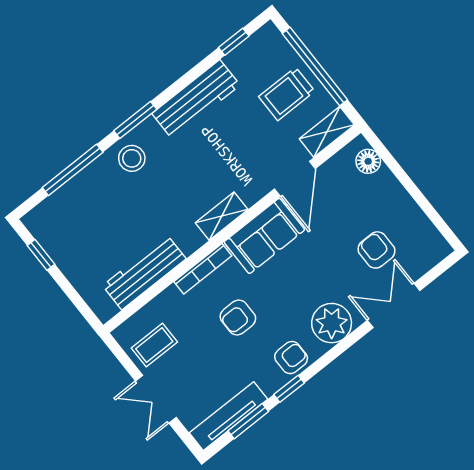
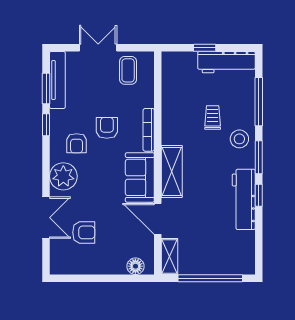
window: (234, 42) -> (259, 195), moved
trolley: (287, 94) -> (213, 117), moved, width x0.73, depth x0.72
shelving: (222, 216) -> (172, 172), width x1.50, depth x1.33
window: (41, 255) -> (205, 48), moved
workbench: (144, 272) -> (226, 62), moved, turned 90
armchair: (291, 358) -> (77, 143), moved

